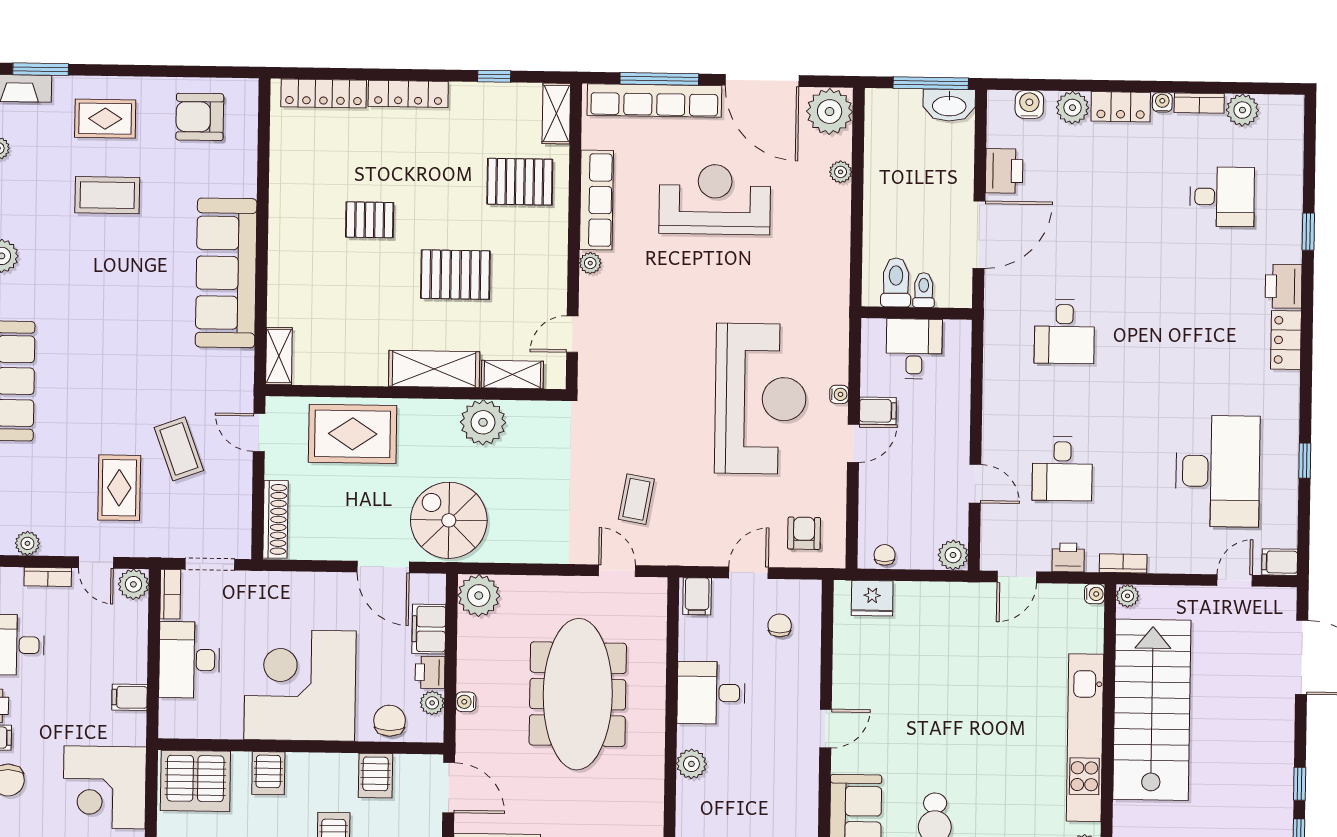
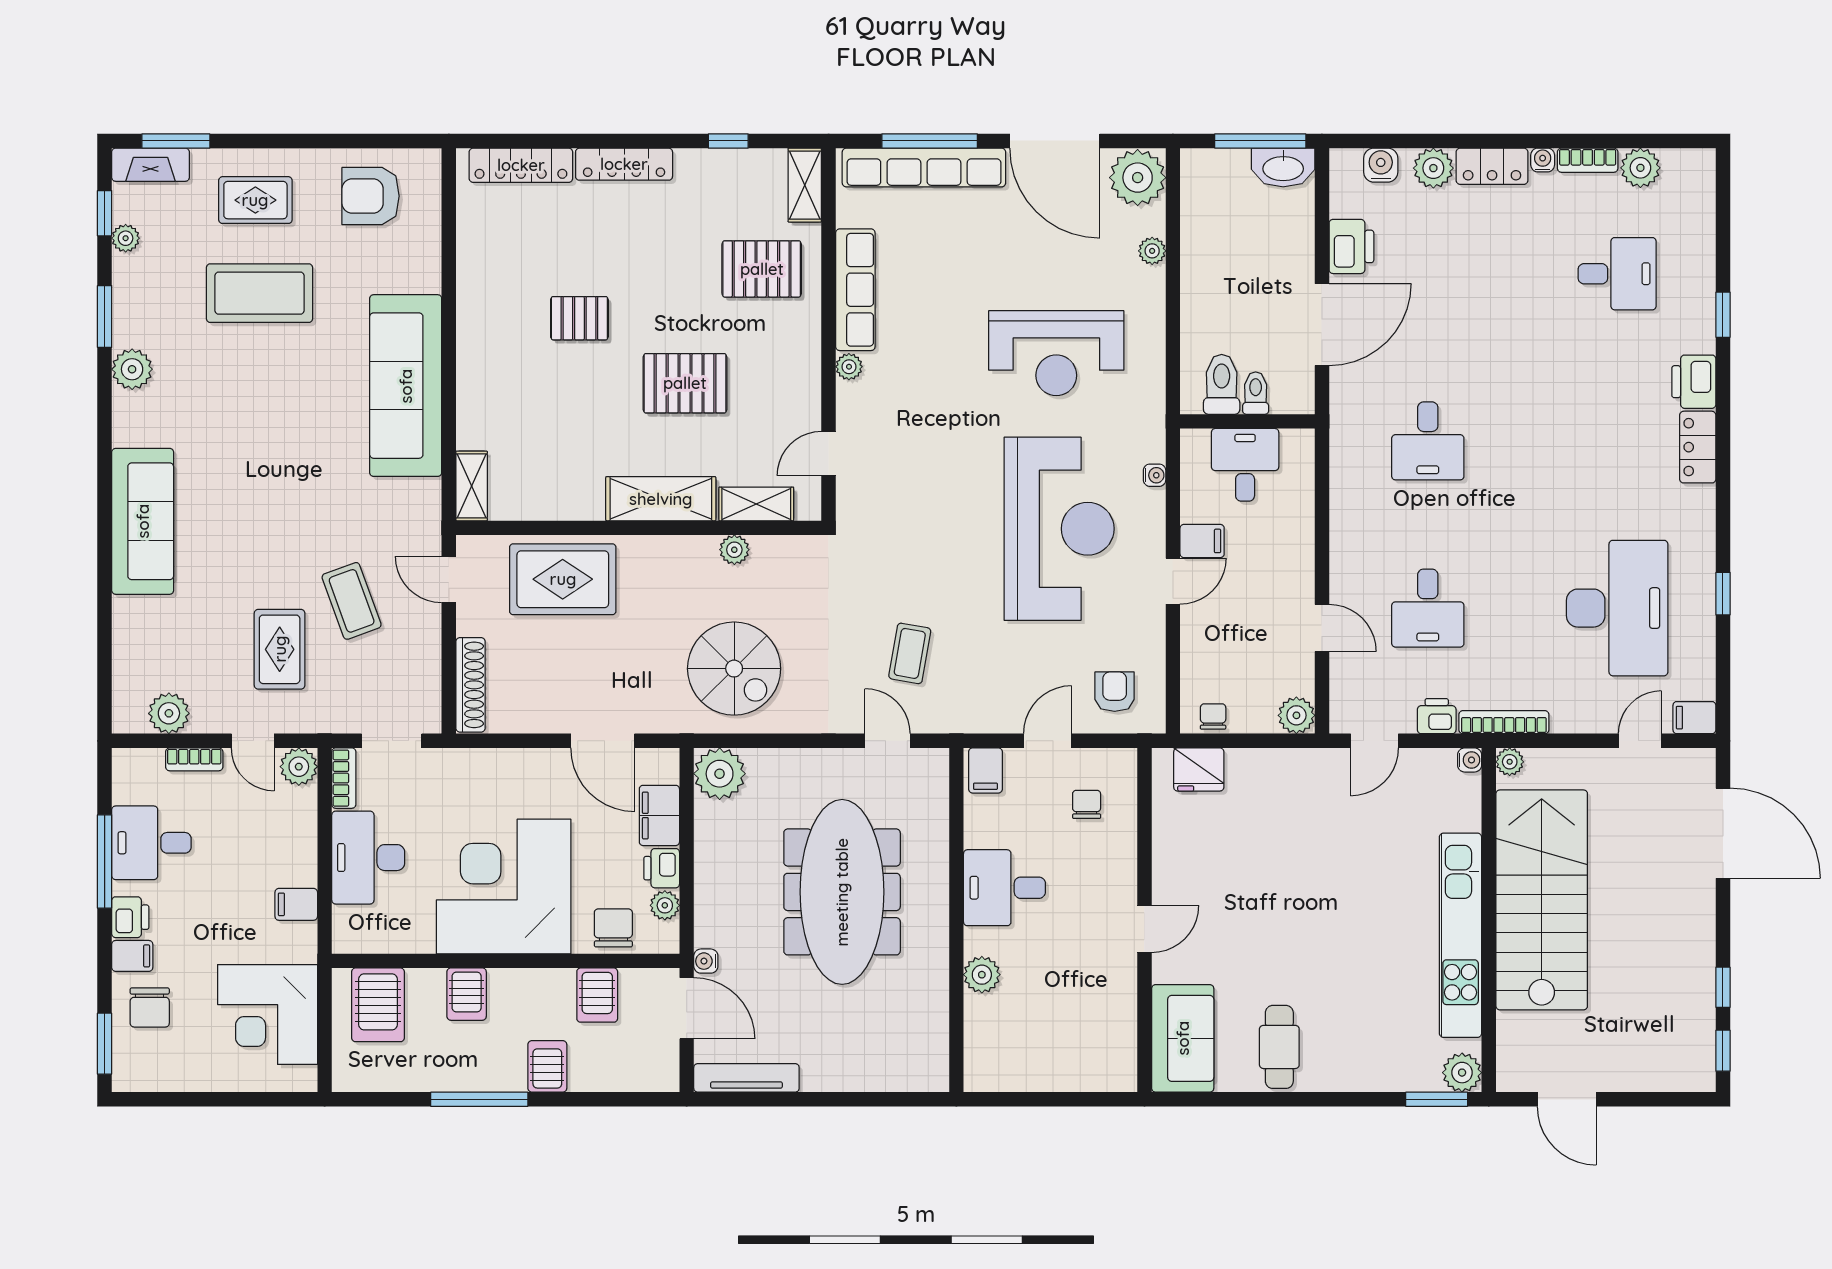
coffee table: (107, 195) -> (259, 293), width x1.36, depth x1.32
reception desk: (715, 199) -> (1056, 353), moved, turned 180
water cooler: (839, 394) -> (1155, 475), moved
plant: (483, 422) -> (734, 550), width x0.53, depth x0.53
spiral stairs: (449, 520) -> (734, 669), moved, turned 180
plant: (27, 543) -> (169, 713), width x1.38, depth x1.38
bookcase: (1123, 563) -> (1504, 722), width x1.56
water cooler: (466, 702) -> (706, 961), moved
server rack: (195, 781) -> (378, 1005), width x0.63

